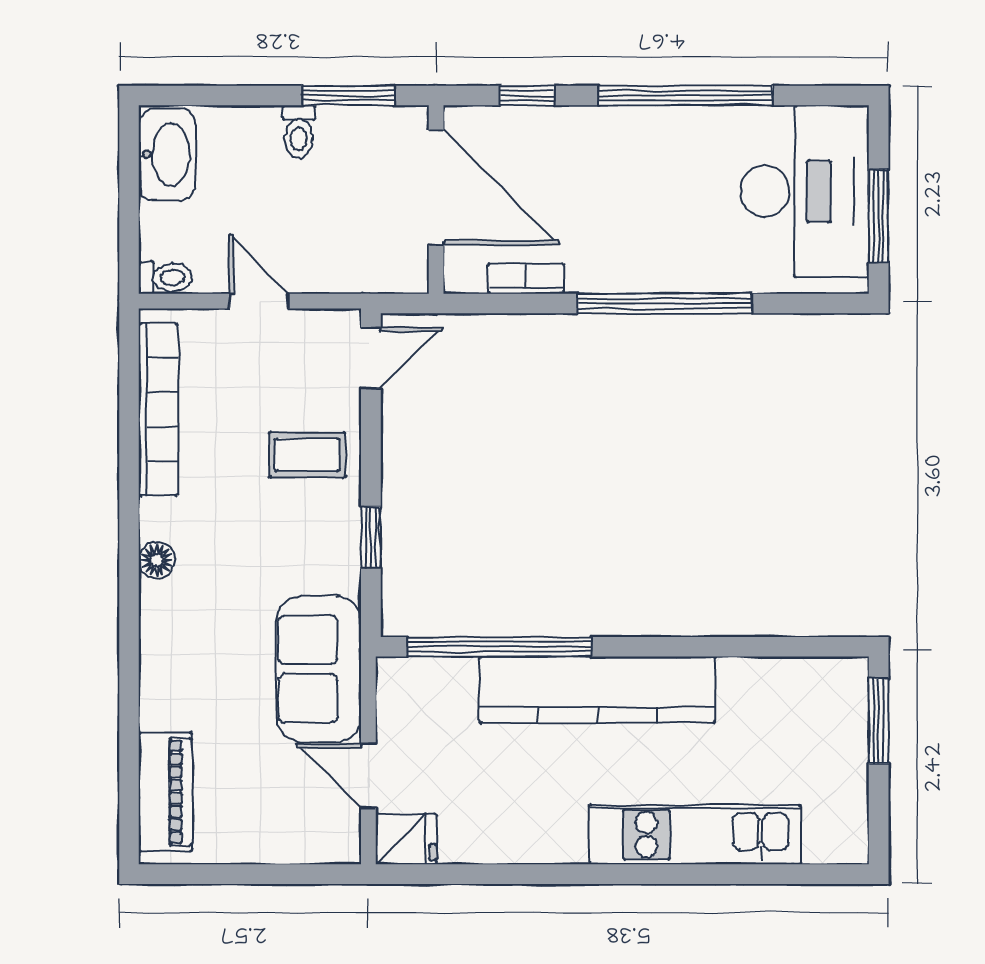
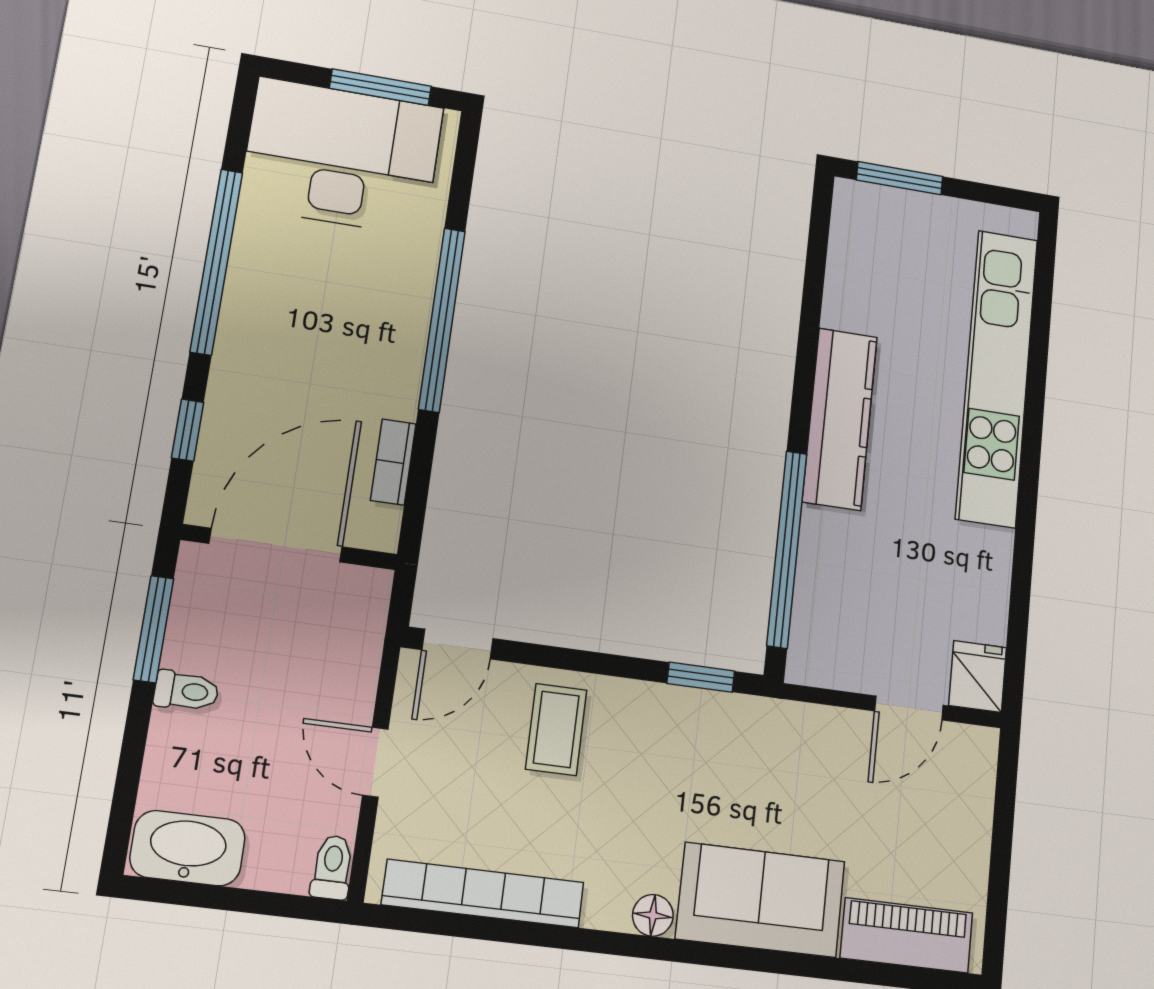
door: (259, 301) -> (375, 762), hinge flipped
door: (371, 358) -> (457, 644), swing flipped
window: (371, 537) -> (701, 677), moved
sofa: (319, 669) -> (761, 900), moved, turned 180
kitchen counter: (597, 690) -> (840, 419), width x0.72, depth x0.86
kitchen unit: (695, 835) -> (997, 377), width x1.36

